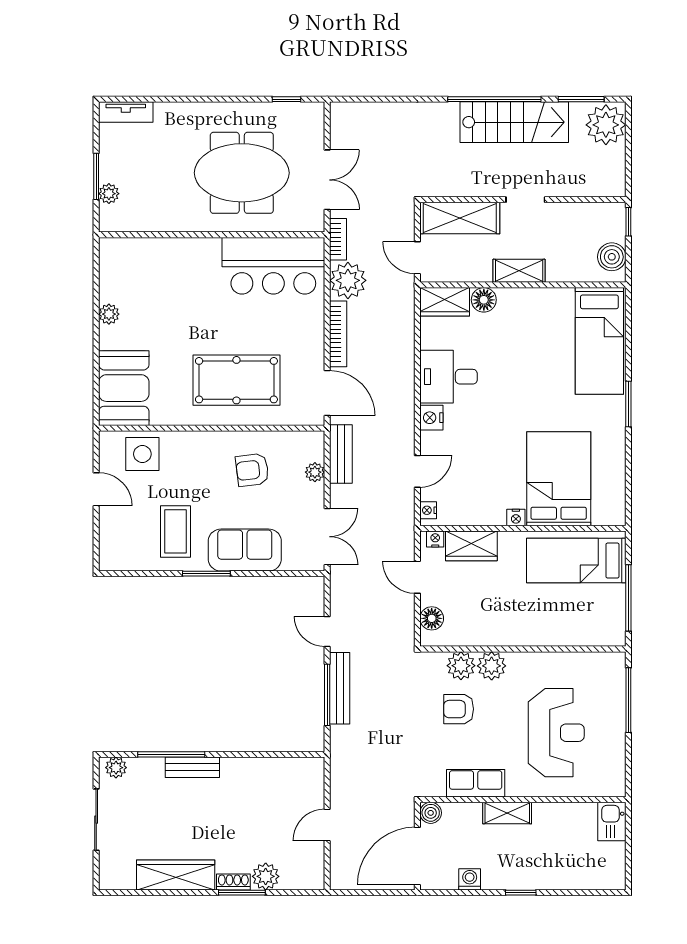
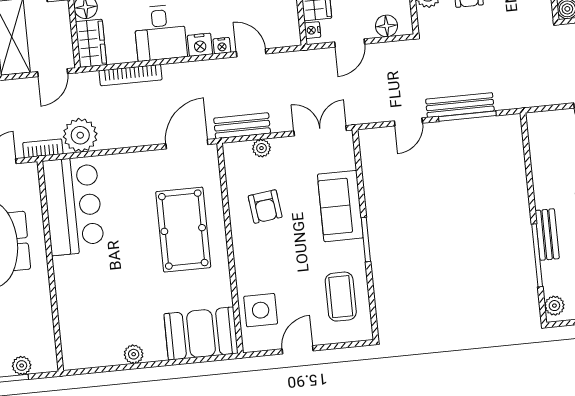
bookcase: (338, 334) -> (131, 75), moved, turned 180
nightstand: (428, 510) -> (222, 46), moved
coffee table: (176, 531) -> (341, 297), moved, turned 90

